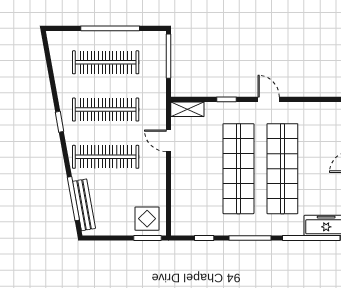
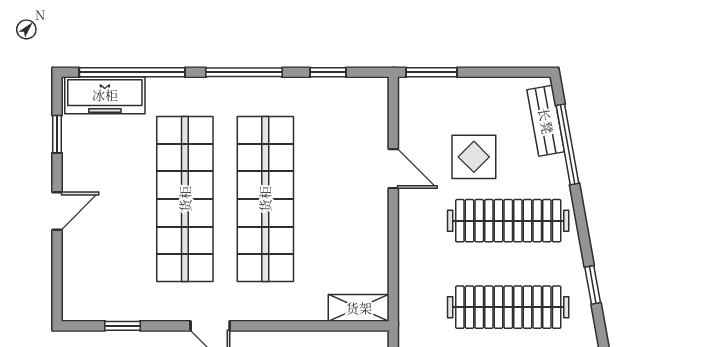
window: (226, 99) -> (123, 326), moved
door: (169, 141) -> (393, 169), moved
bench: (84, 205) -> (546, 121), width x0.73
display table: (147, 219) -> (474, 157), moved

